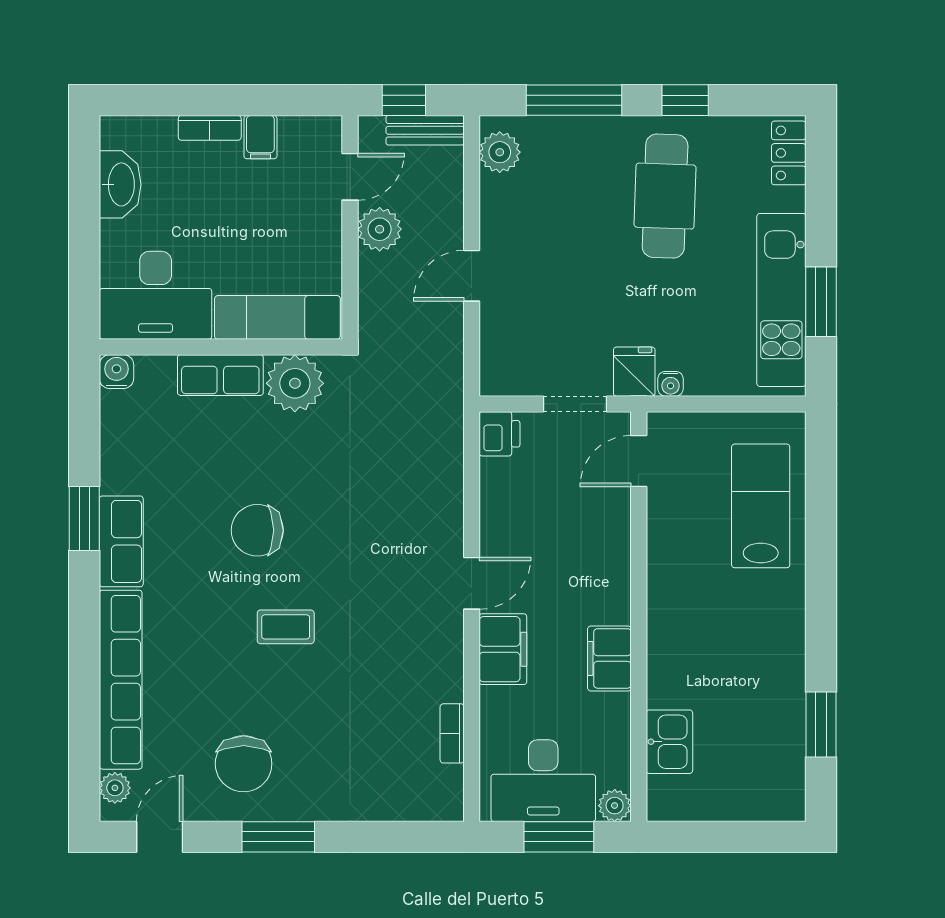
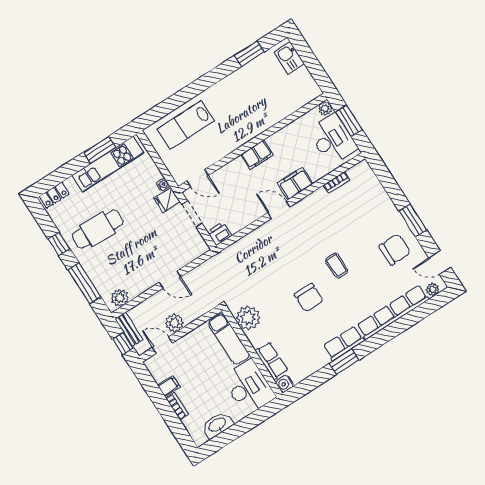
row of seats: (220, 375) -> (272, 361), moved
filing cabinet: (609, 658) -> (257, 155), moved
kitchen sink: (669, 742) -> (289, 58), moved, turned -90

